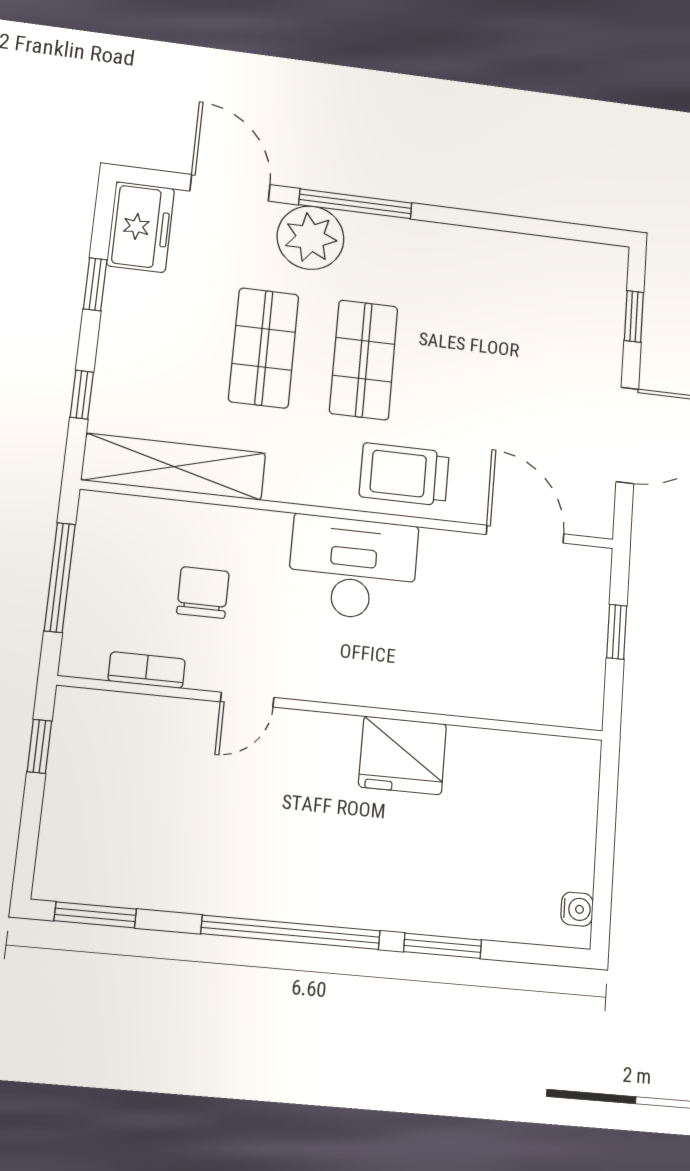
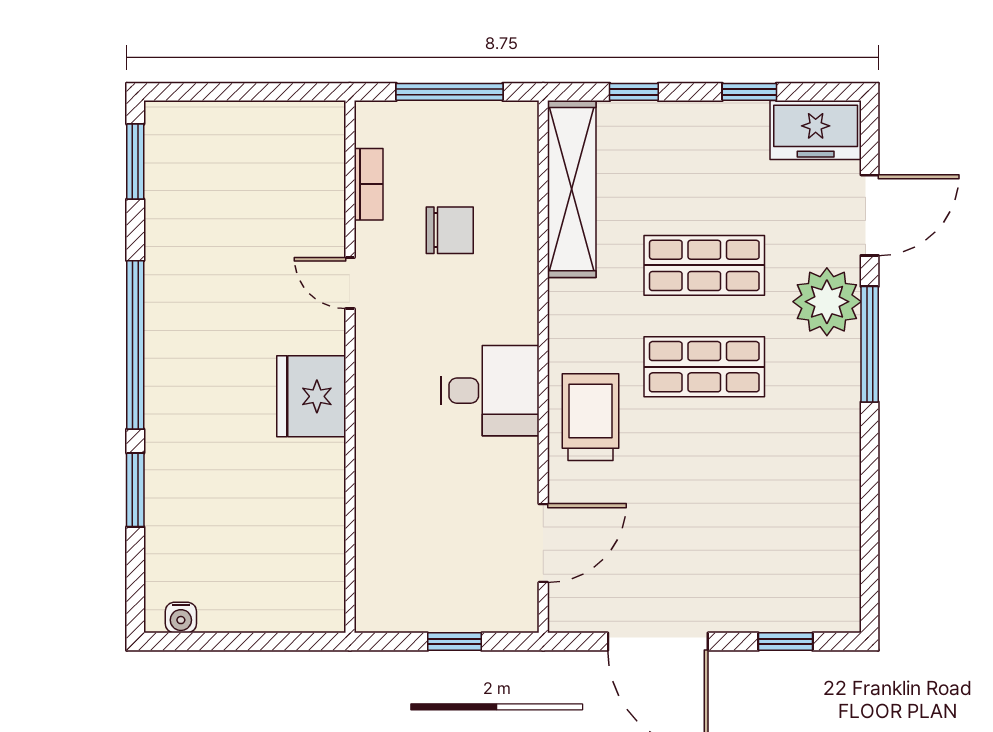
desk: (353, 568) -> (490, 391), width x0.73
window: (39, 746) -> (286, 92), removed
fridge: (403, 755) -> (311, 396), moved

